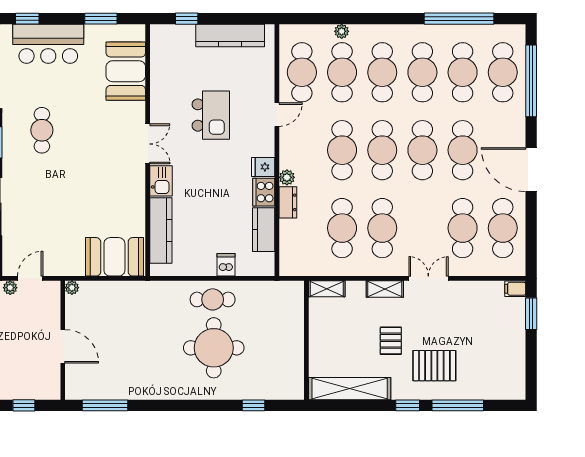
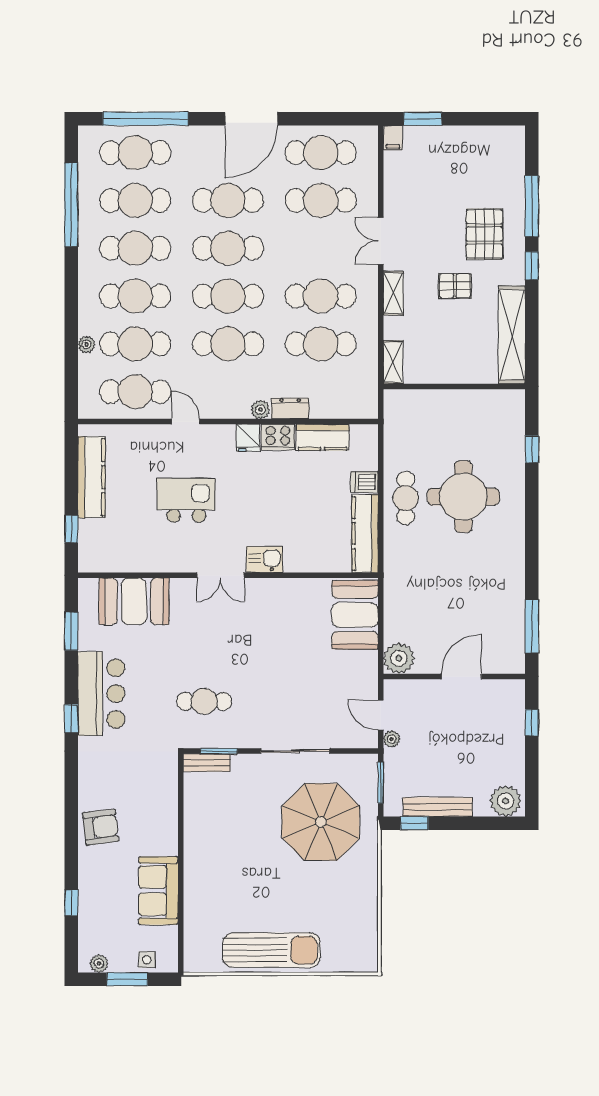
double door: (148, 144) -> (220, 575), swing flipped
kitchen counter: (161, 231) -> (365, 534), moved, turned -90
plant: (72, 288) -> (399, 658), width x1.88, depth x1.88

